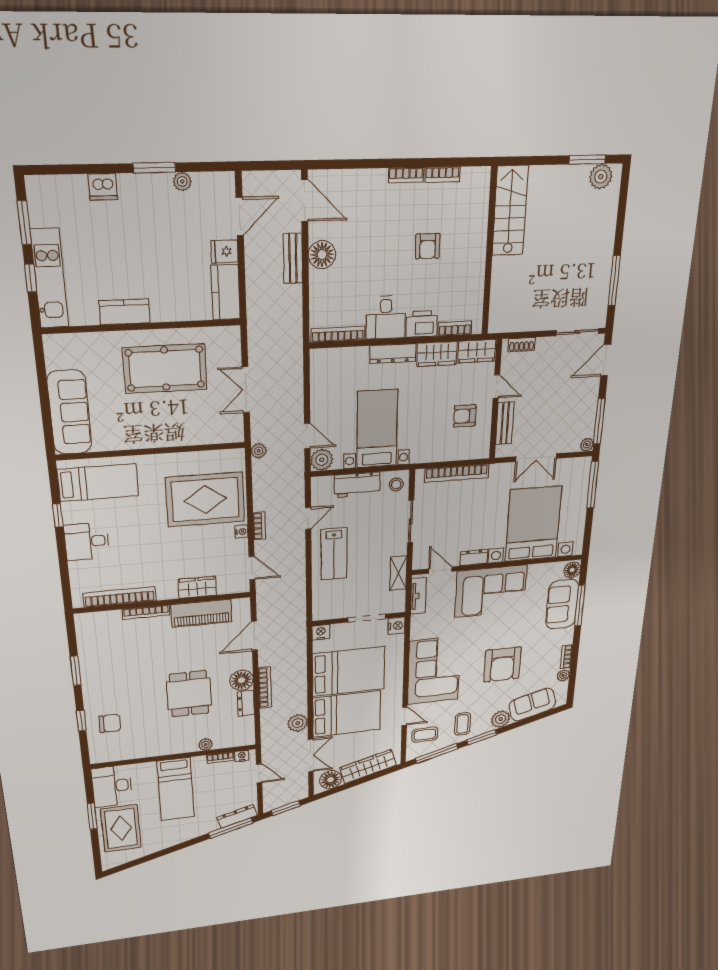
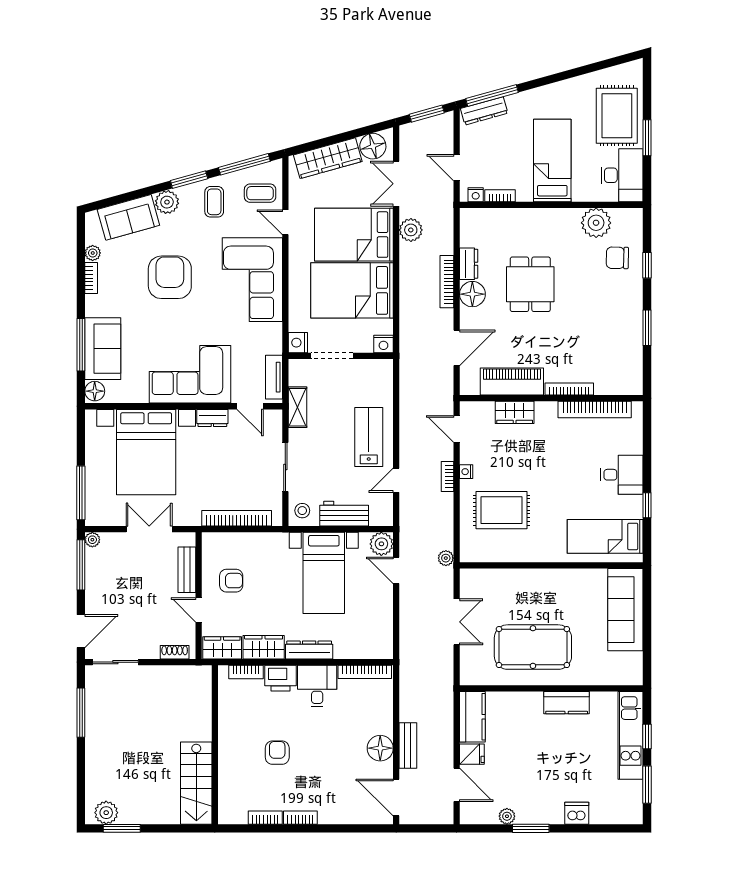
door: (240, 216) -> (457, 785), swing flipped
rug: (205, 500) -> (502, 510), width x0.73, depth x0.69
plant: (205, 745) -> (596, 223), moved, width x1.88, depth x1.88

